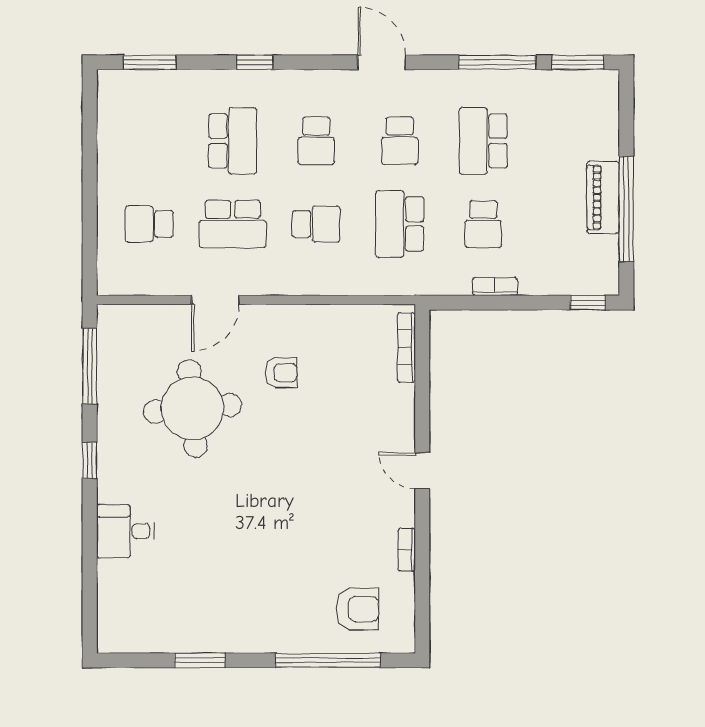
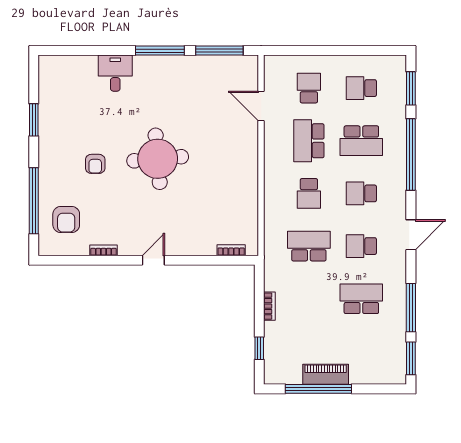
window: (255, 62) -> (411, 155), width x3.17
school desk: (483, 224) -> (361, 88), moved
door: (215, 300) -> (261, 106), moved
window: (588, 303) -> (259, 348), moved
bookcase: (406, 347) -> (231, 250), width x0.64
armchair: (281, 373) -> (95, 164), moved
round table: (192, 408) -> (158, 159), moved
window: (90, 460) -> (160, 51), width x2.17

